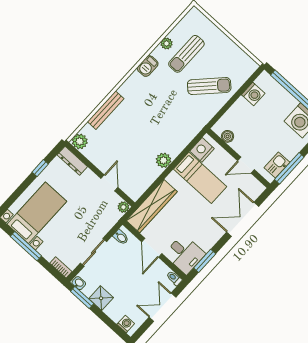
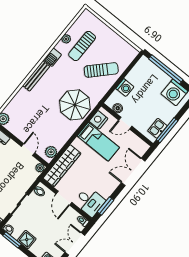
washing machine: (253, 94) -> (125, 88), moved
bench: (106, 110) -> (36, 76), moved
parasol: (173, 129) -> (75, 105), added
plant: (164, 160) -> (51, 152), moved
door: (246, 165) -> (125, 123), moved

